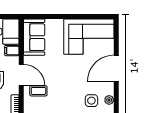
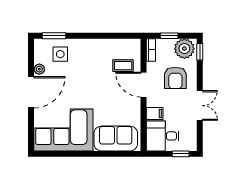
sofa: (34, 37) -> (116, 139), moved, turned 90
plant: (109, 100) -> (39, 69), moved

